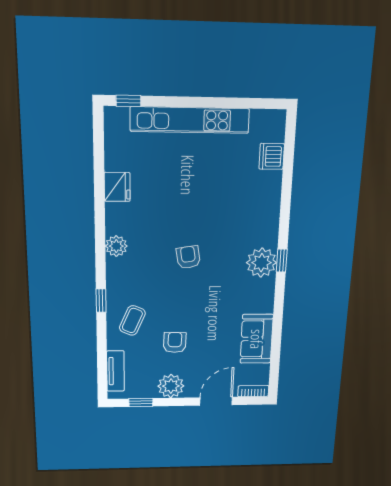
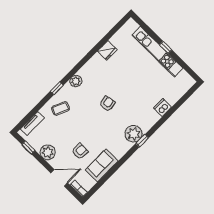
window: (128, 101) -> (166, 47), moved
dishwasher: (272, 156) -> (162, 108), moved
plant: (116, 246) -> (76, 81), moved
armchair: (175, 342) -> (80, 151), moved

